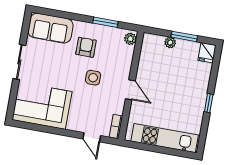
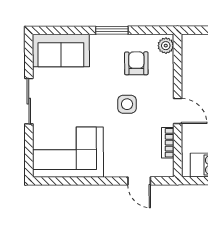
window: (105, 22) -> (112, 30), moved
armchair: (86, 47) -> (136, 63), moved
bookcase: (116, 127) -> (168, 143), moved

